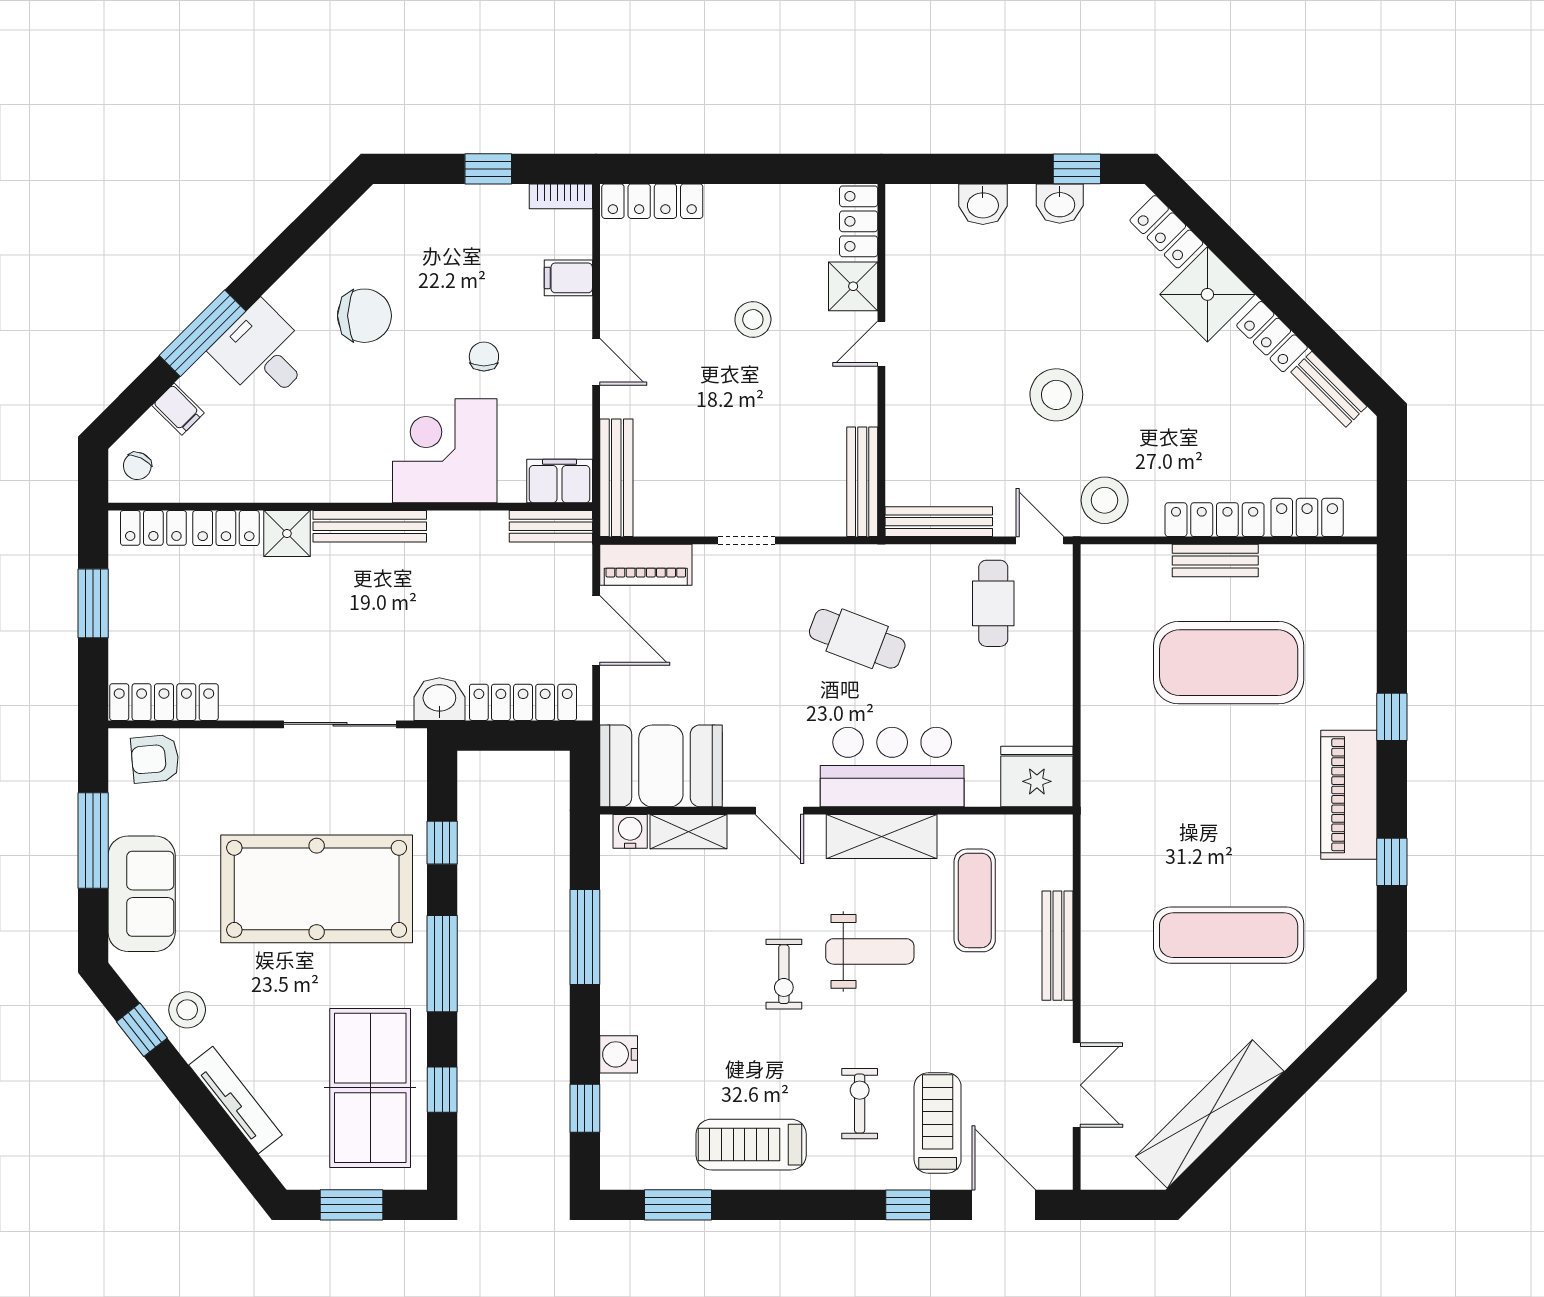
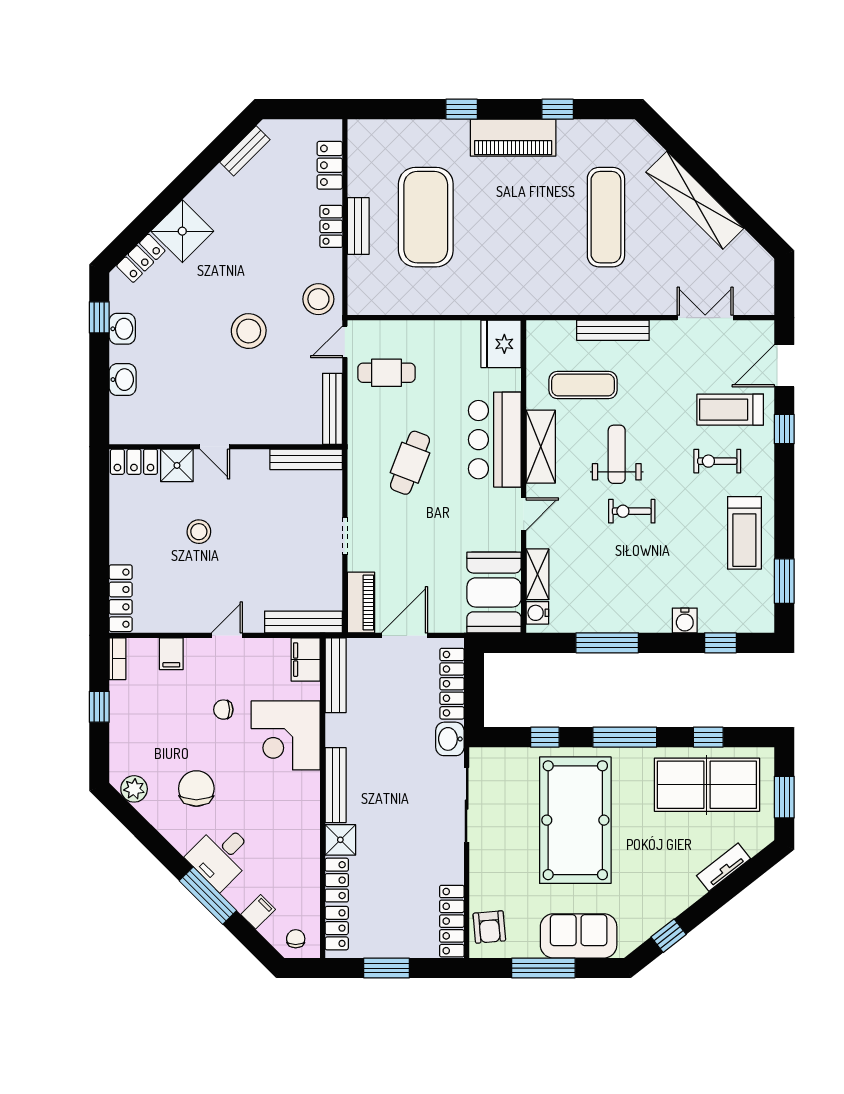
plant: (364, 221) -> (134, 789), added
locker: (1272, 337) -> (210, 188), removed
chair: (137, 466) -> (296, 939), turned -116
locker: (1215, 520) -> (331, 226), width x0.66
bench: (551, 526) -> (336, 675), width x1.36
exercise bike: (784, 974) -> (632, 511), turned 180
stool: (187, 1010) -> (655, 906), removed
tv unit: (235, 1100) -> (724, 867), width x0.71
shelving: (1210, 1114) -> (695, 200), moved

